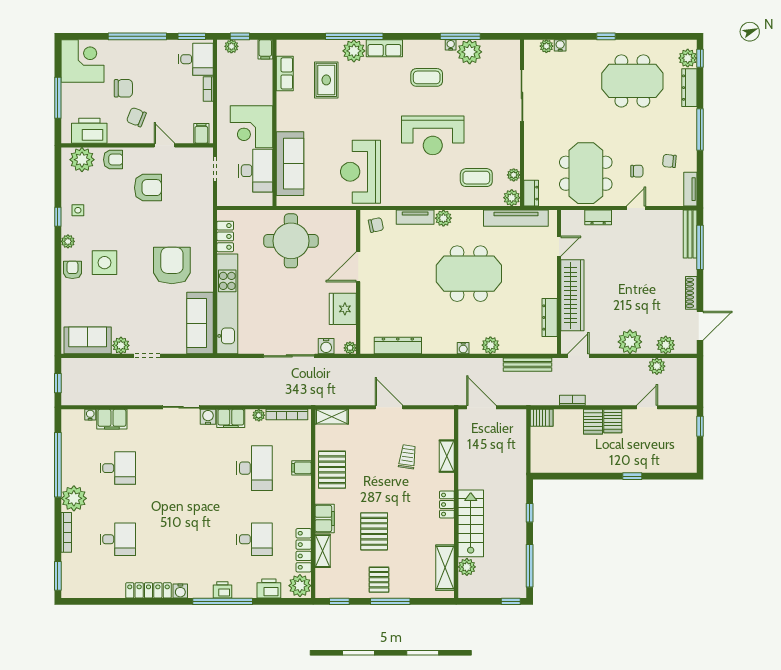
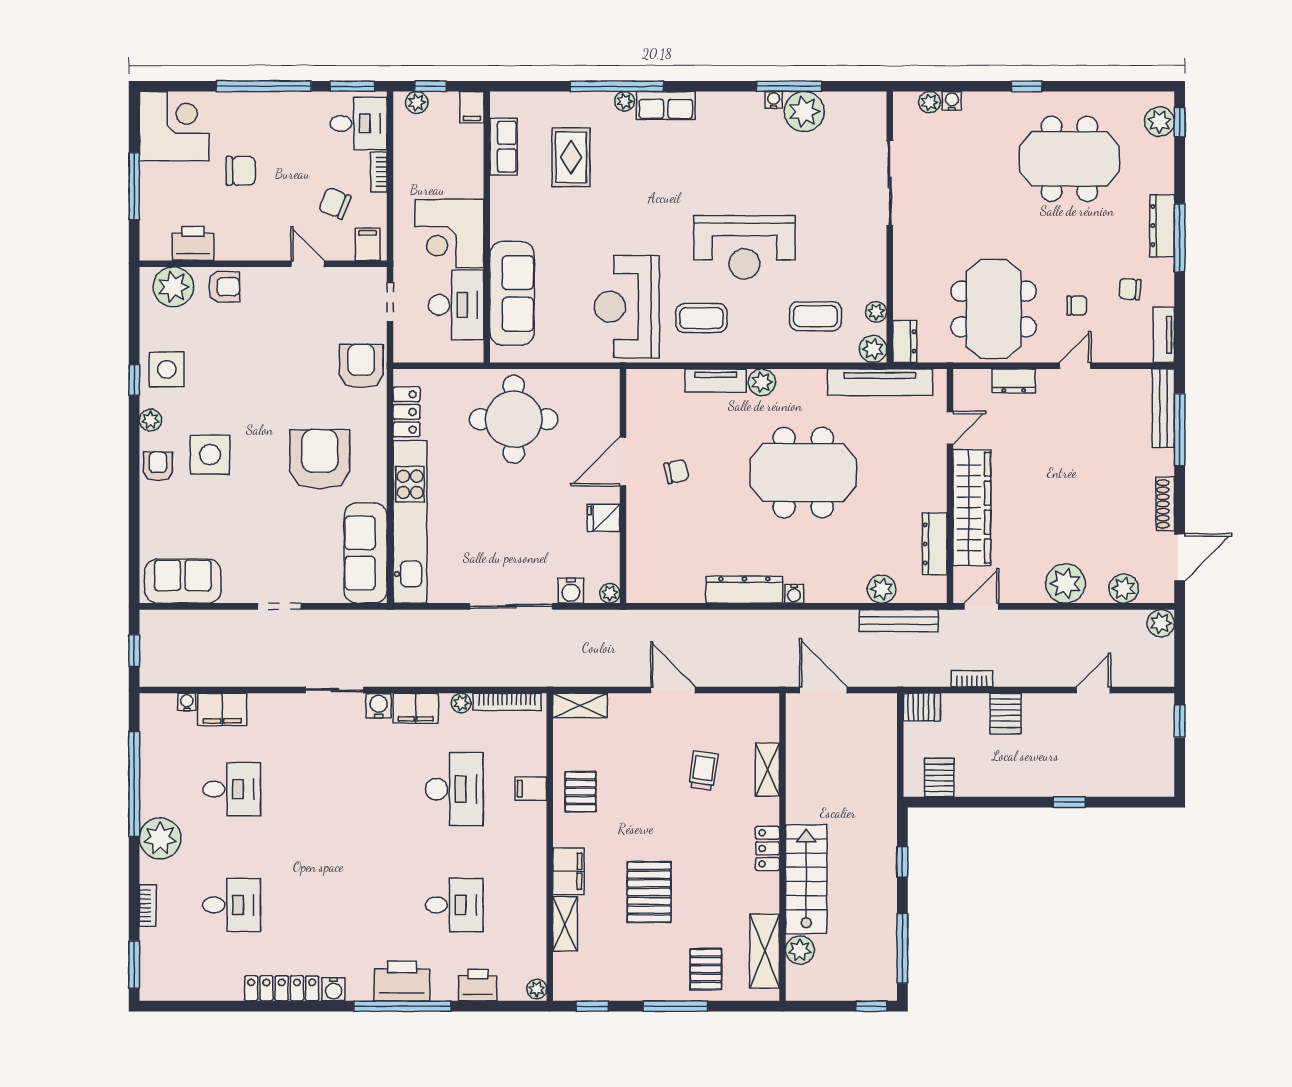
plant: (354, 51) -> (625, 101), width x0.53, depth x0.53
coffee table: (427, 77) -> (701, 318), moved
dresser: (689, 88) -> (1162, 226), moved
chair: (136, 117) -> (335, 203), moved
printer: (89, 131) -> (193, 243), width x0.73, depth x0.84
armchair: (148, 188) -> (361, 366), moved, turned -90
side table: (78, 210) -> (167, 369), width x1.87, depth x1.87
chair: (376, 225) -> (676, 471), moved
fridge: (343, 309) -> (603, 518), width x0.53, depth x0.75
plant: (121, 345) -> (237, 589), removed
plant: (490, 345) -> (882, 589), moved
dresser: (398, 346) -> (744, 590), moved
plant: (657, 366) -> (1161, 623), moved
server rack: (613, 421) -> (939, 777), moved, turned 180
pallet: (332, 470) -> (580, 792), width x0.67, depth x0.71
bookcase: (66, 532) -> (148, 905), width x0.64
locker: (304, 550) -> (534, 923), removed
pallet: (379, 580) -> (706, 969), moved
plant: (300, 586) -> (537, 989), width x0.53, depth x0.53
printer: (222, 590) -> (402, 981), width x1.87, depth x1.48

